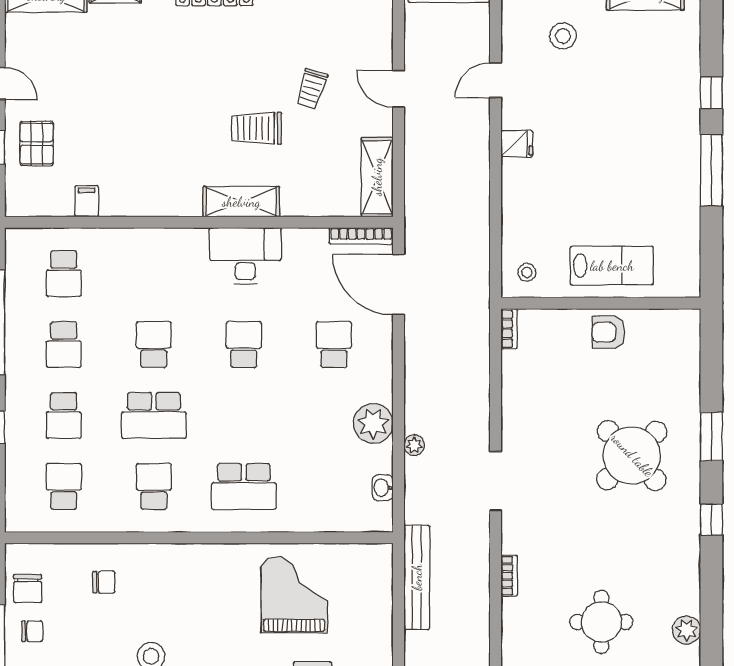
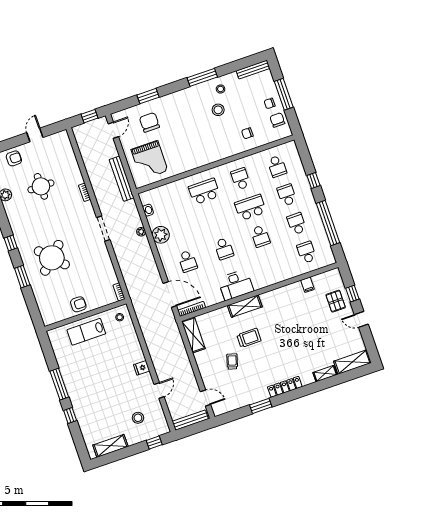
door: (398, 89) -> (205, 398), moved
school desk: (154, 486) -> (241, 179), turned 180
grand piano: (294, 595) -> (149, 160), moved

